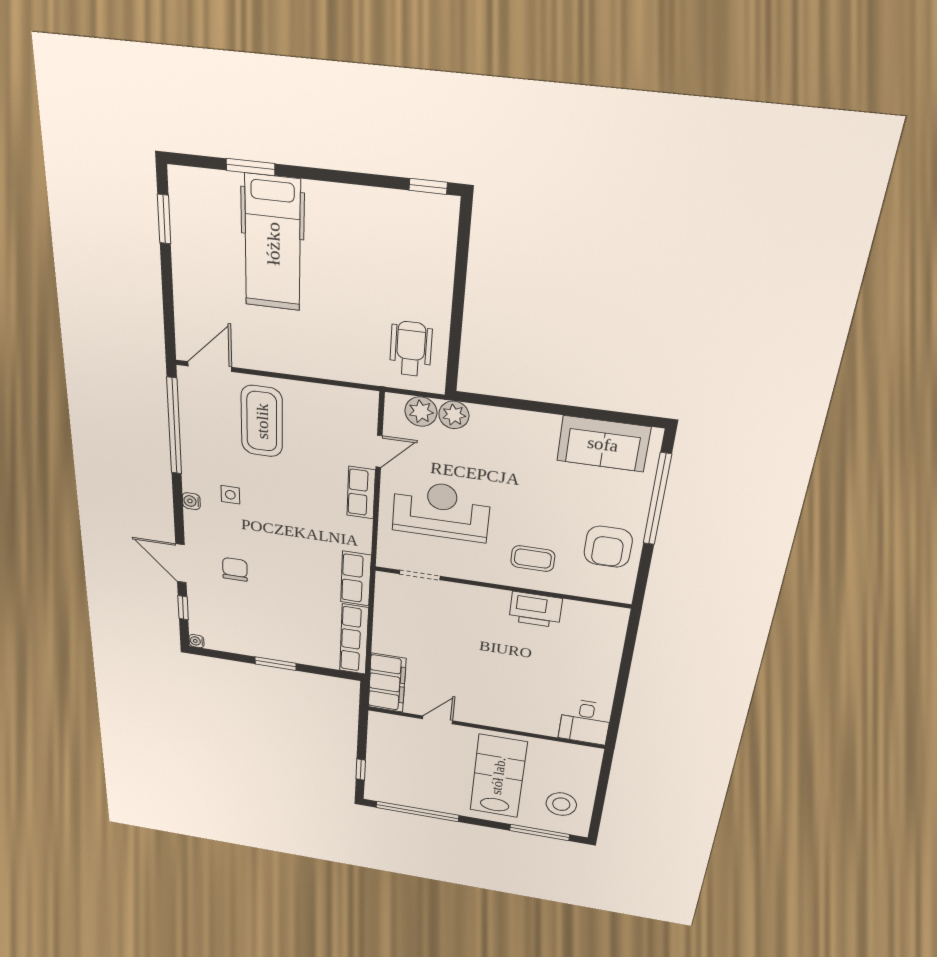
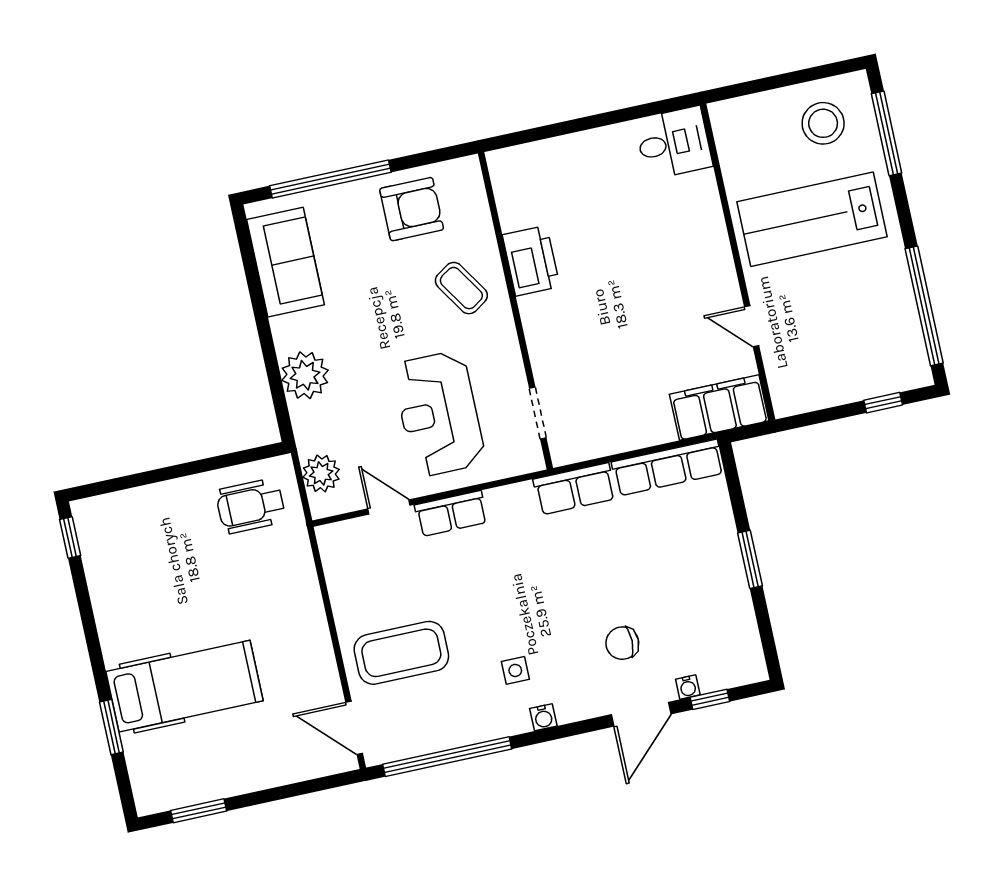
plant: (454, 415) -> (305, 375), moved, width x1.36, depth x1.36
coffee table: (533, 559) -> (461, 288), turned -33
water cooler: (196, 641) -> (688, 687), moved

